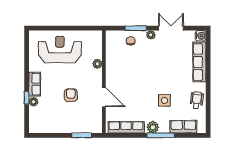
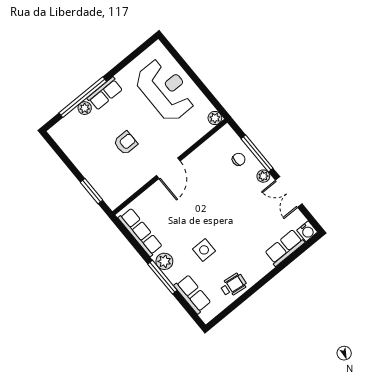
window: (136, 28) -> (257, 154), width x1.44
double door: (171, 28) -> (289, 192), swing flipped
row of seats: (199, 62) -> (285, 248), width x0.68
plant: (97, 64) -> (215, 118), moved
door: (104, 97) -> (168, 168), moved
window: (27, 98) -> (83, 97), width x3.17

